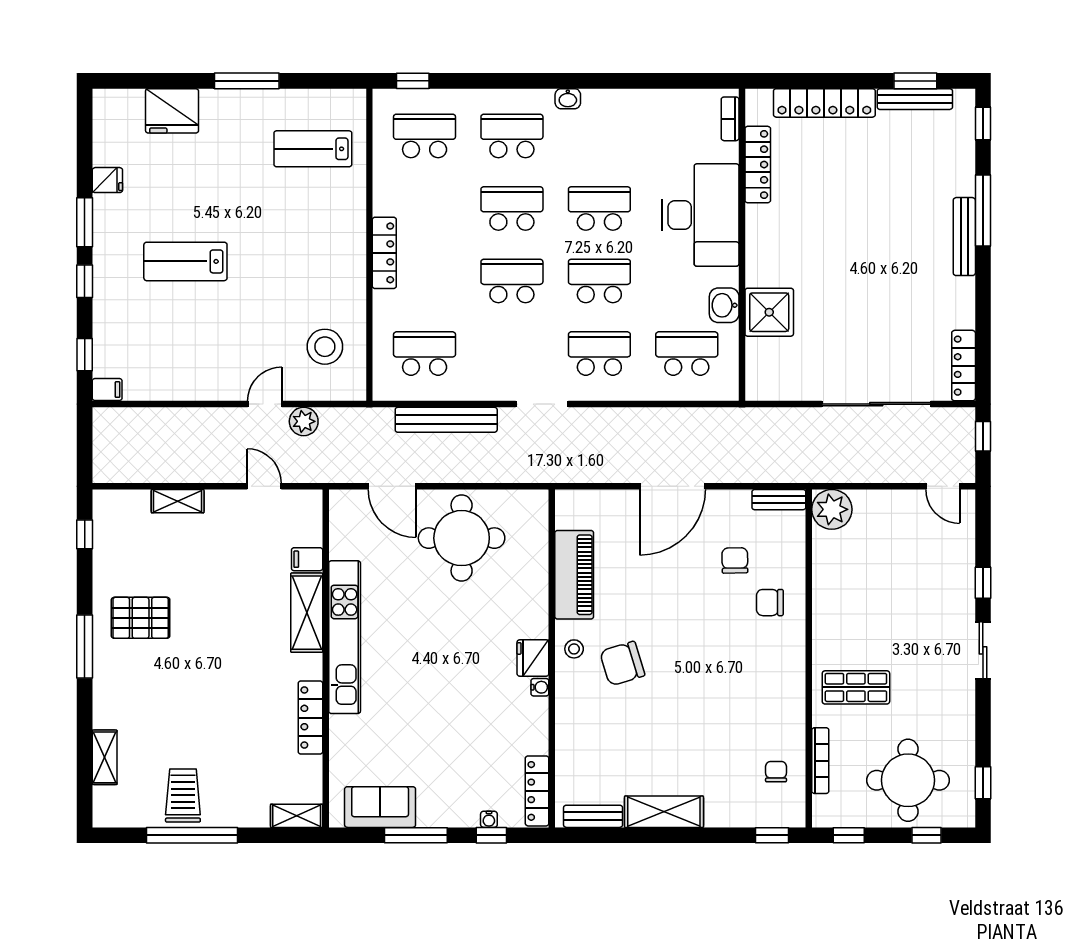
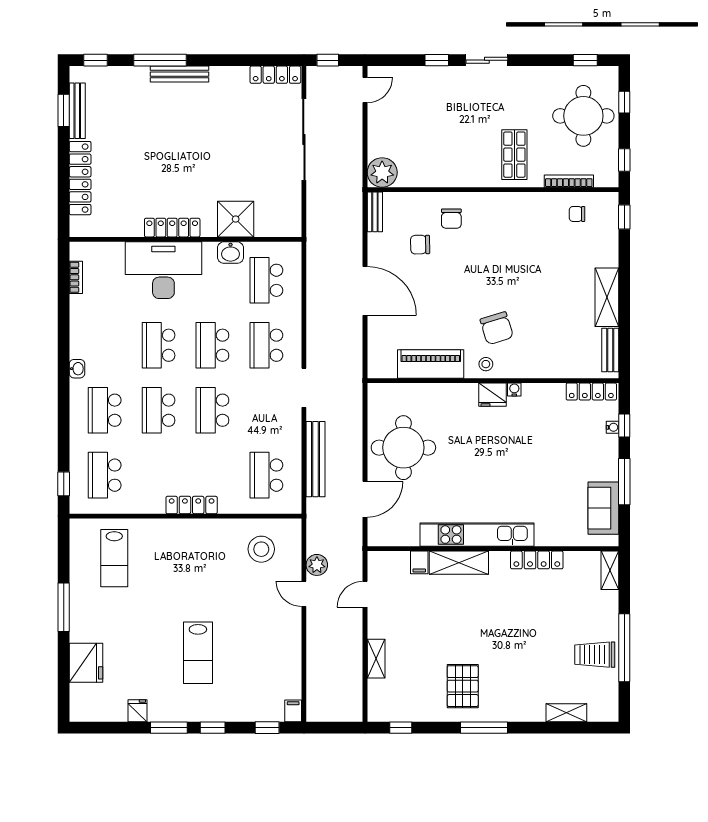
bookcase: (730, 119) -> (76, 277), moved, turned -90
locker: (758, 165) -> (172, 228), moved

